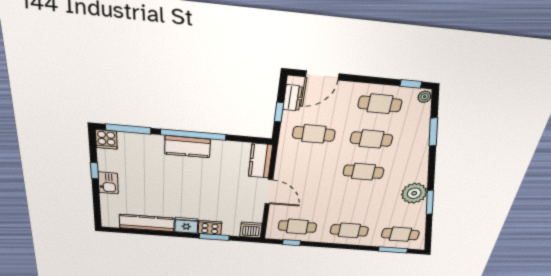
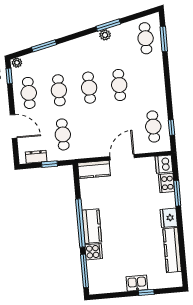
door: (322, 75) -> (14, 126), moved
cooker: (106, 139) -> (94, 252), moved
window: (94, 171) -> (146, 292), moved
plant: (414, 193) -> (105, 35), width x0.53, depth x0.53
cooker: (210, 228) -> (166, 183), moved
cafe table: (349, 230) -> (119, 85), moved

